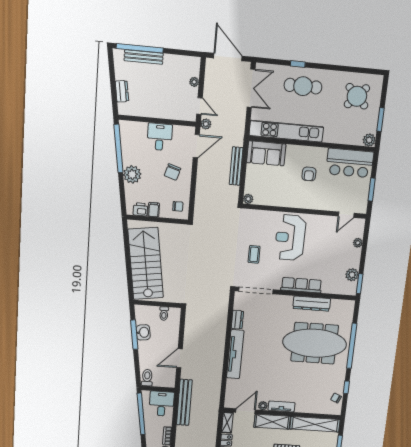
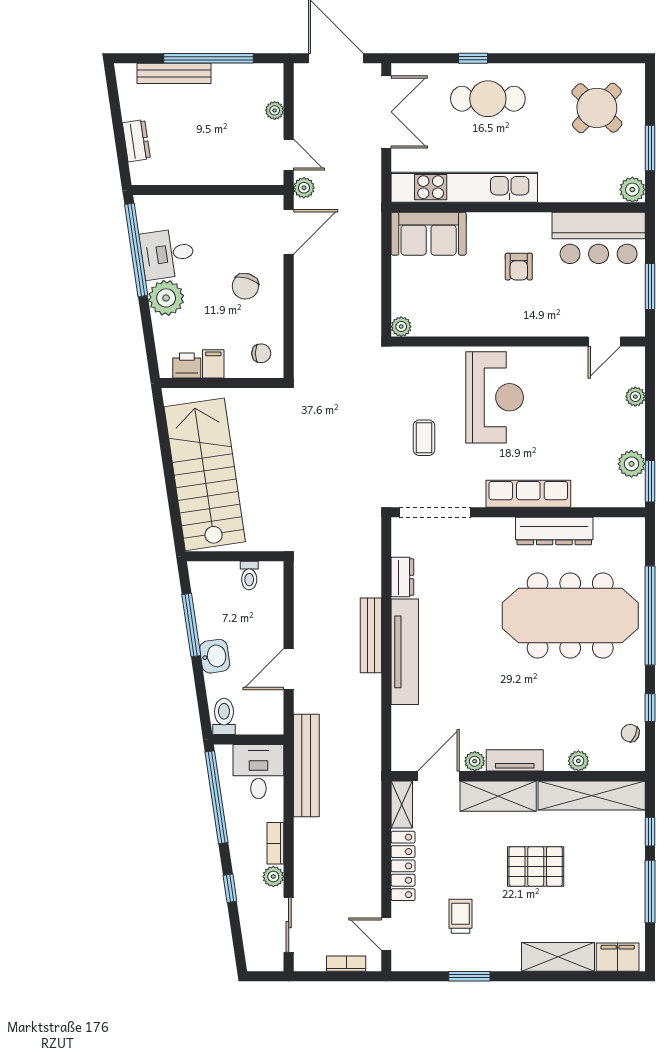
window: (140, 48) -> (208, 58), moved
desk: (160, 137) -> (167, 254), moved, turned -98
bench: (236, 166) -> (371, 635), moved
reception desk: (290, 238) -> (495, 397), turned 180
washbasin: (143, 332) -> (215, 656), moved
plant: (311, 409) -> (578, 761), added

